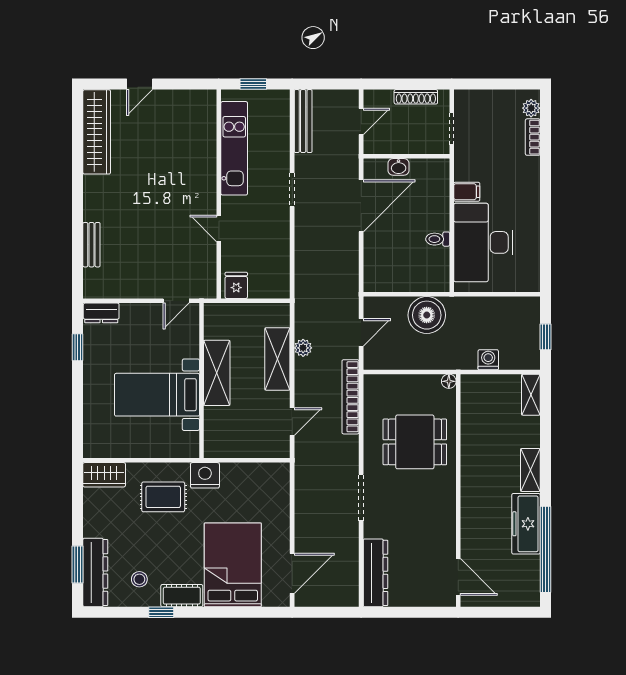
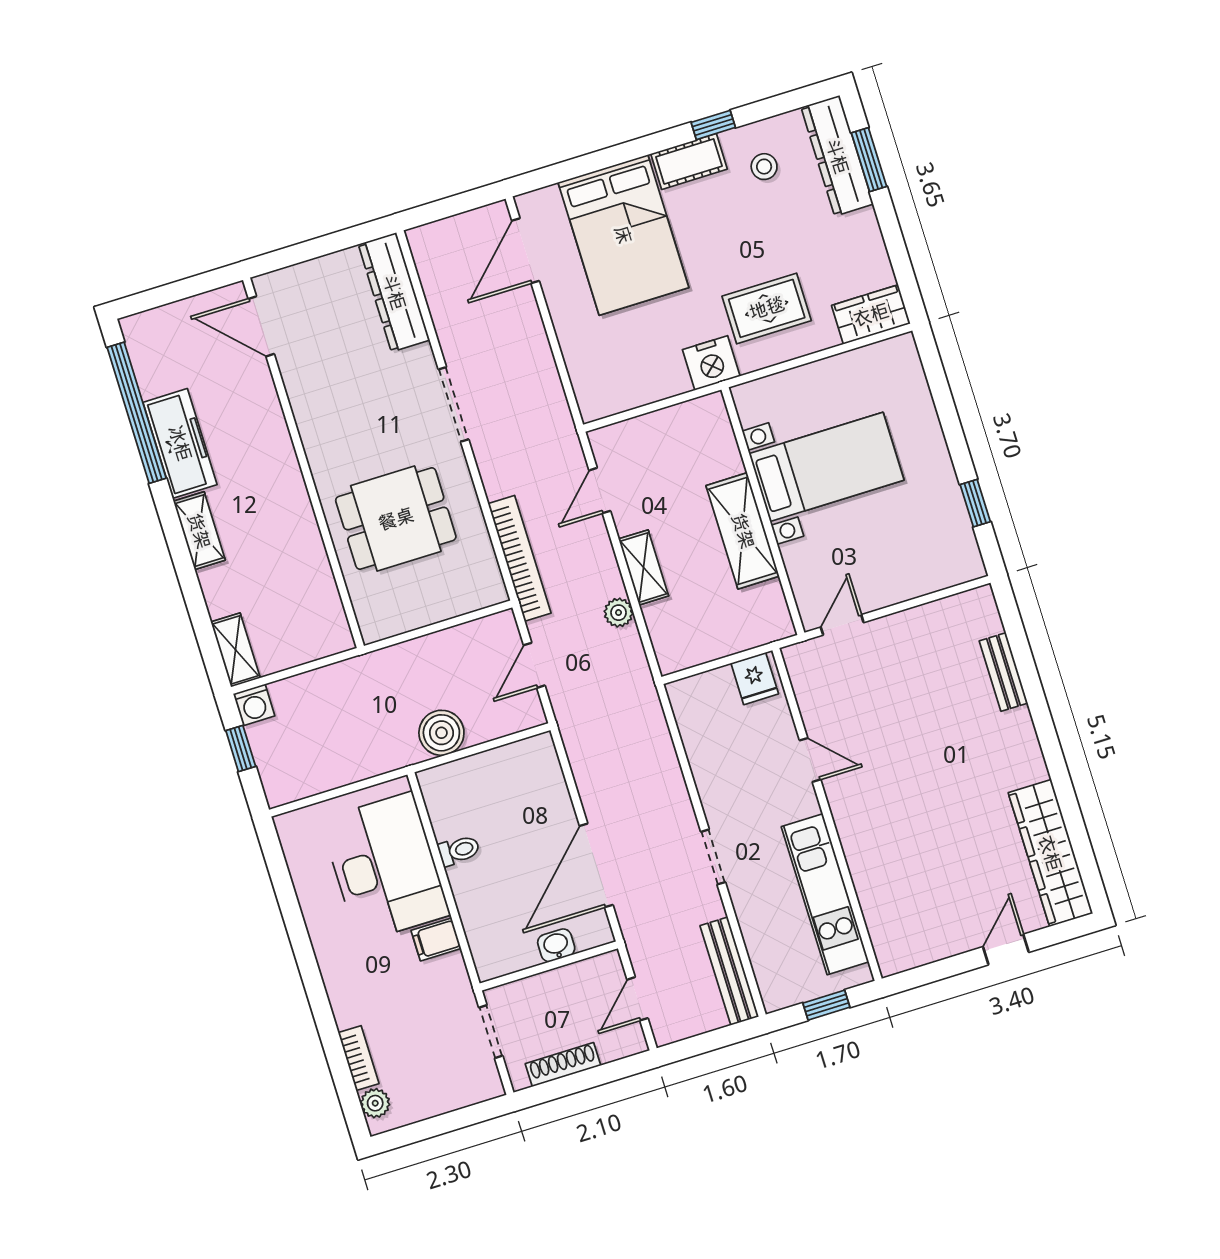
dresser: (101, 313) -> (955, 569), removed
boiler: (427, 315) -> (441, 733), width x0.73, depth x0.73
shelving: (277, 359) -> (644, 567), width x0.67, depth x0.75
washing machine: (488, 360) -> (254, 705), moved
floor lamp: (449, 381) -> (372, 631), removed

